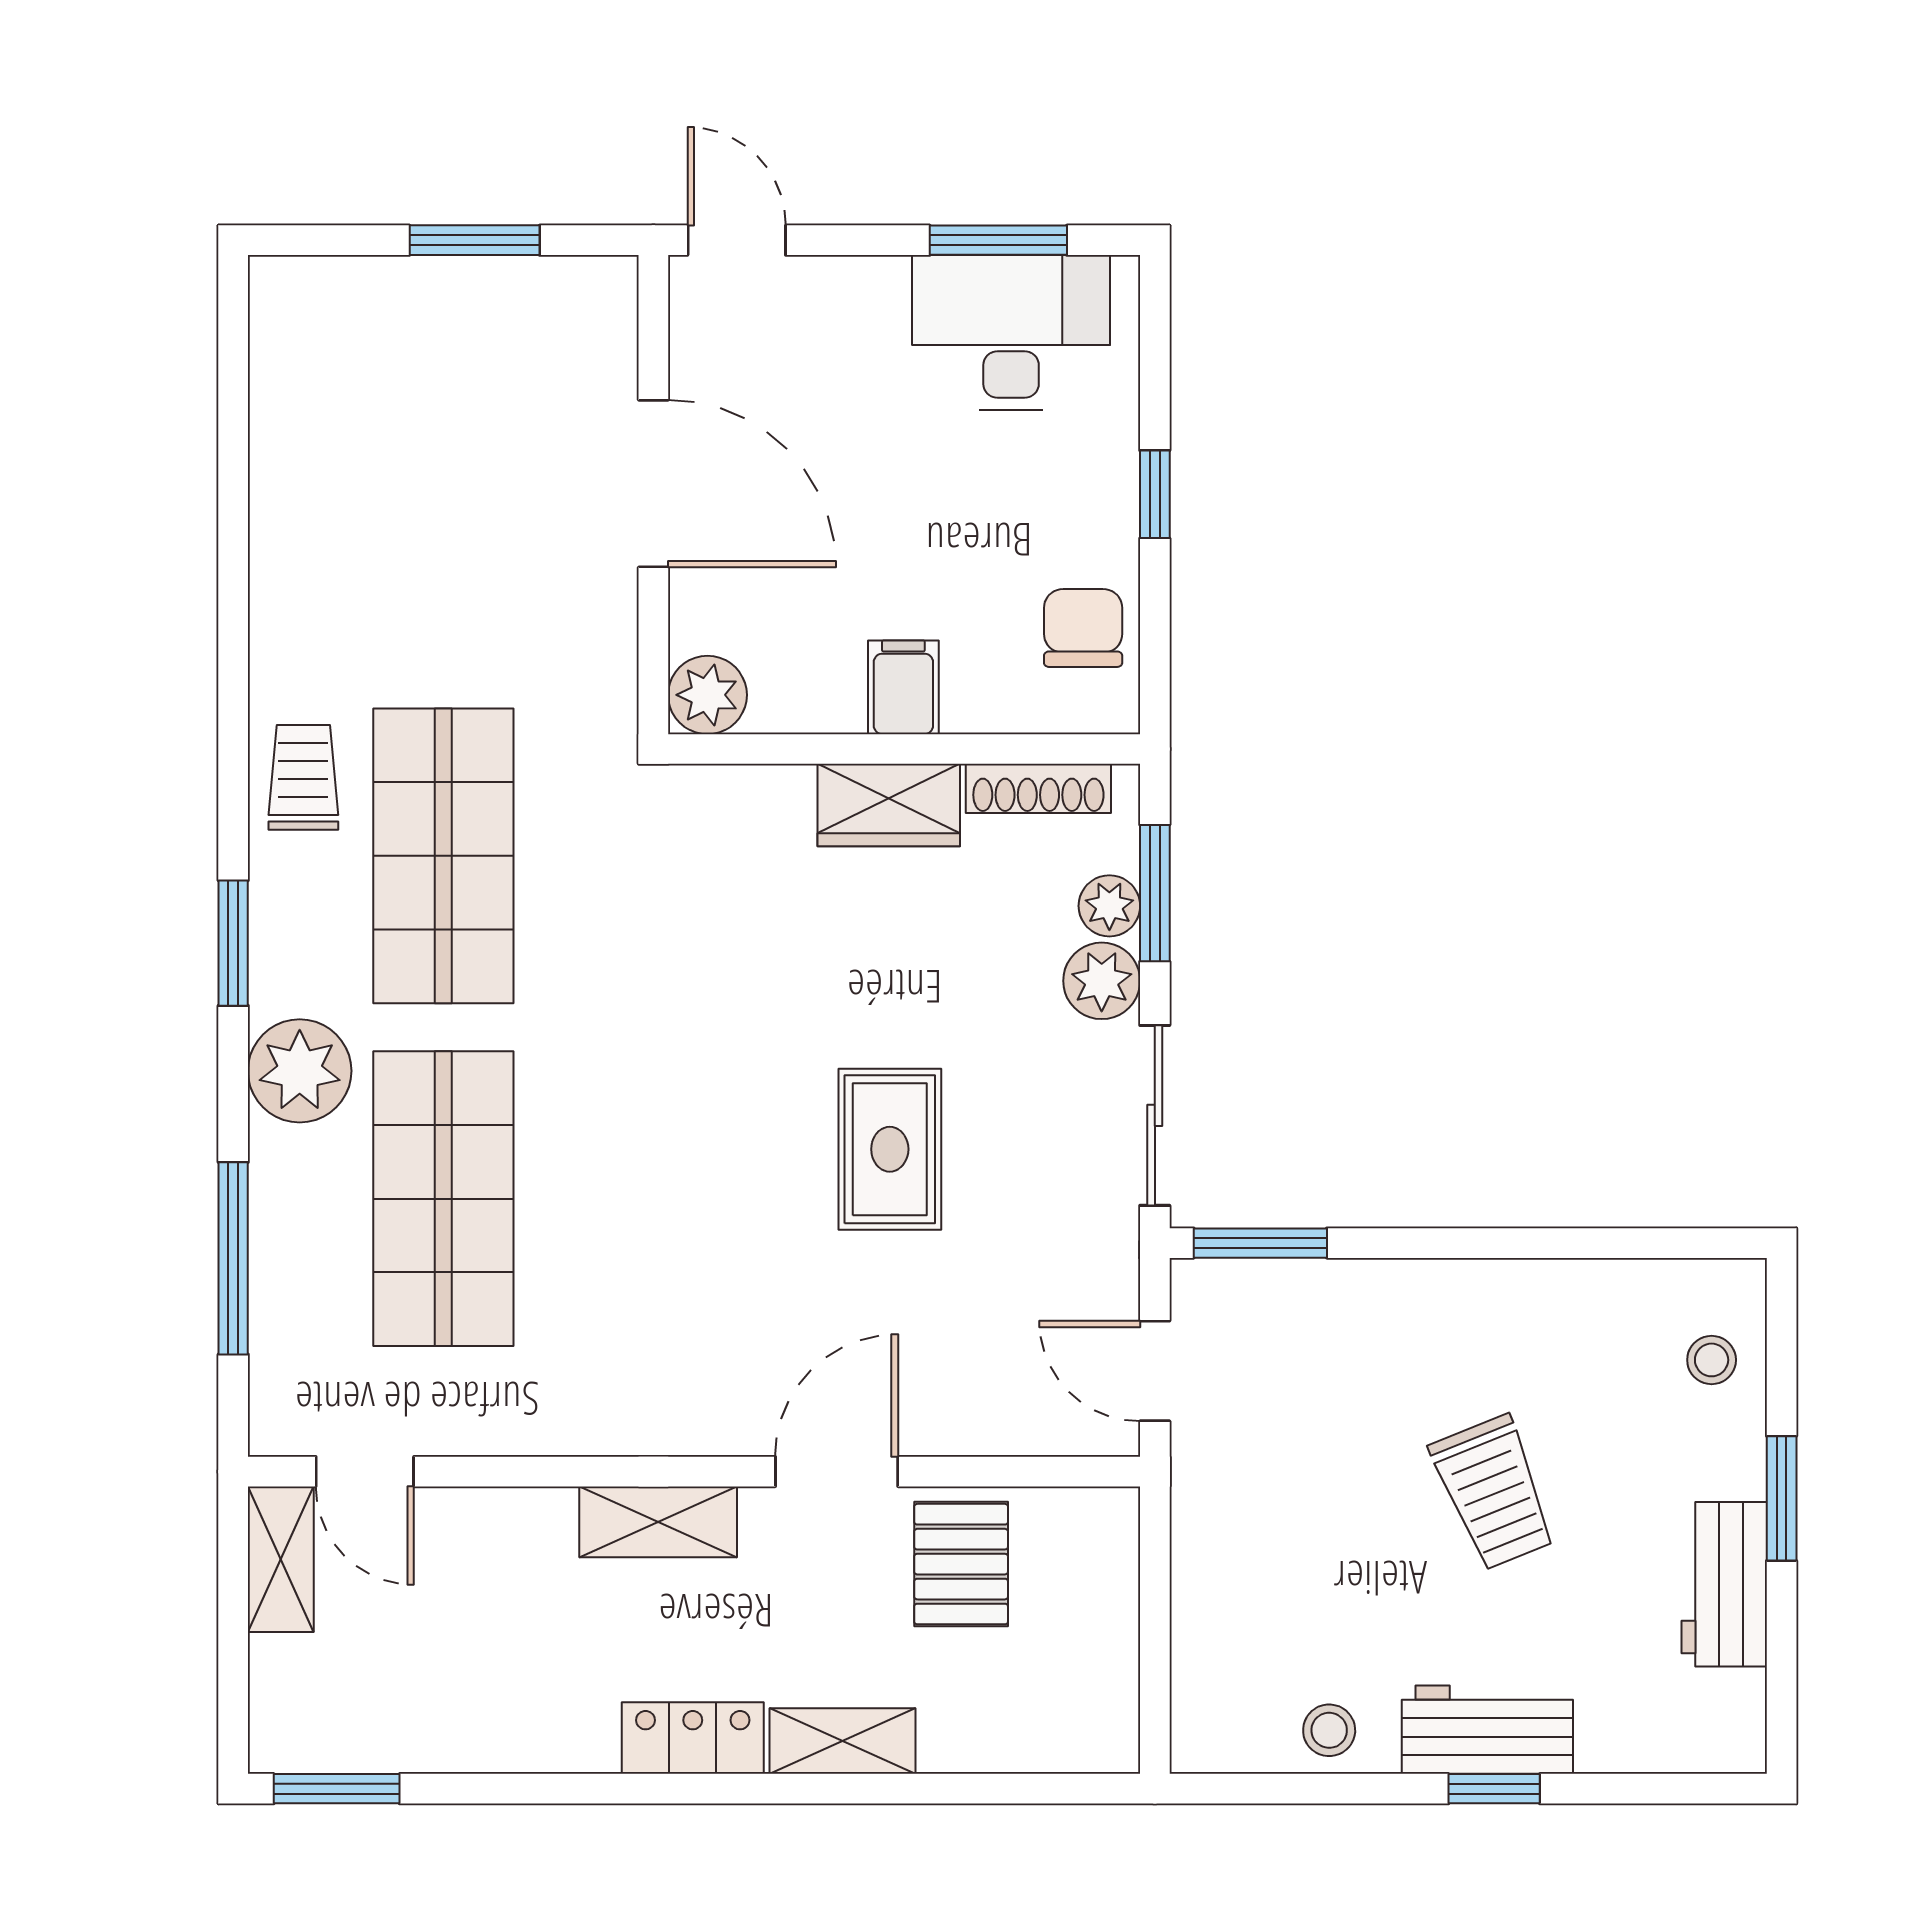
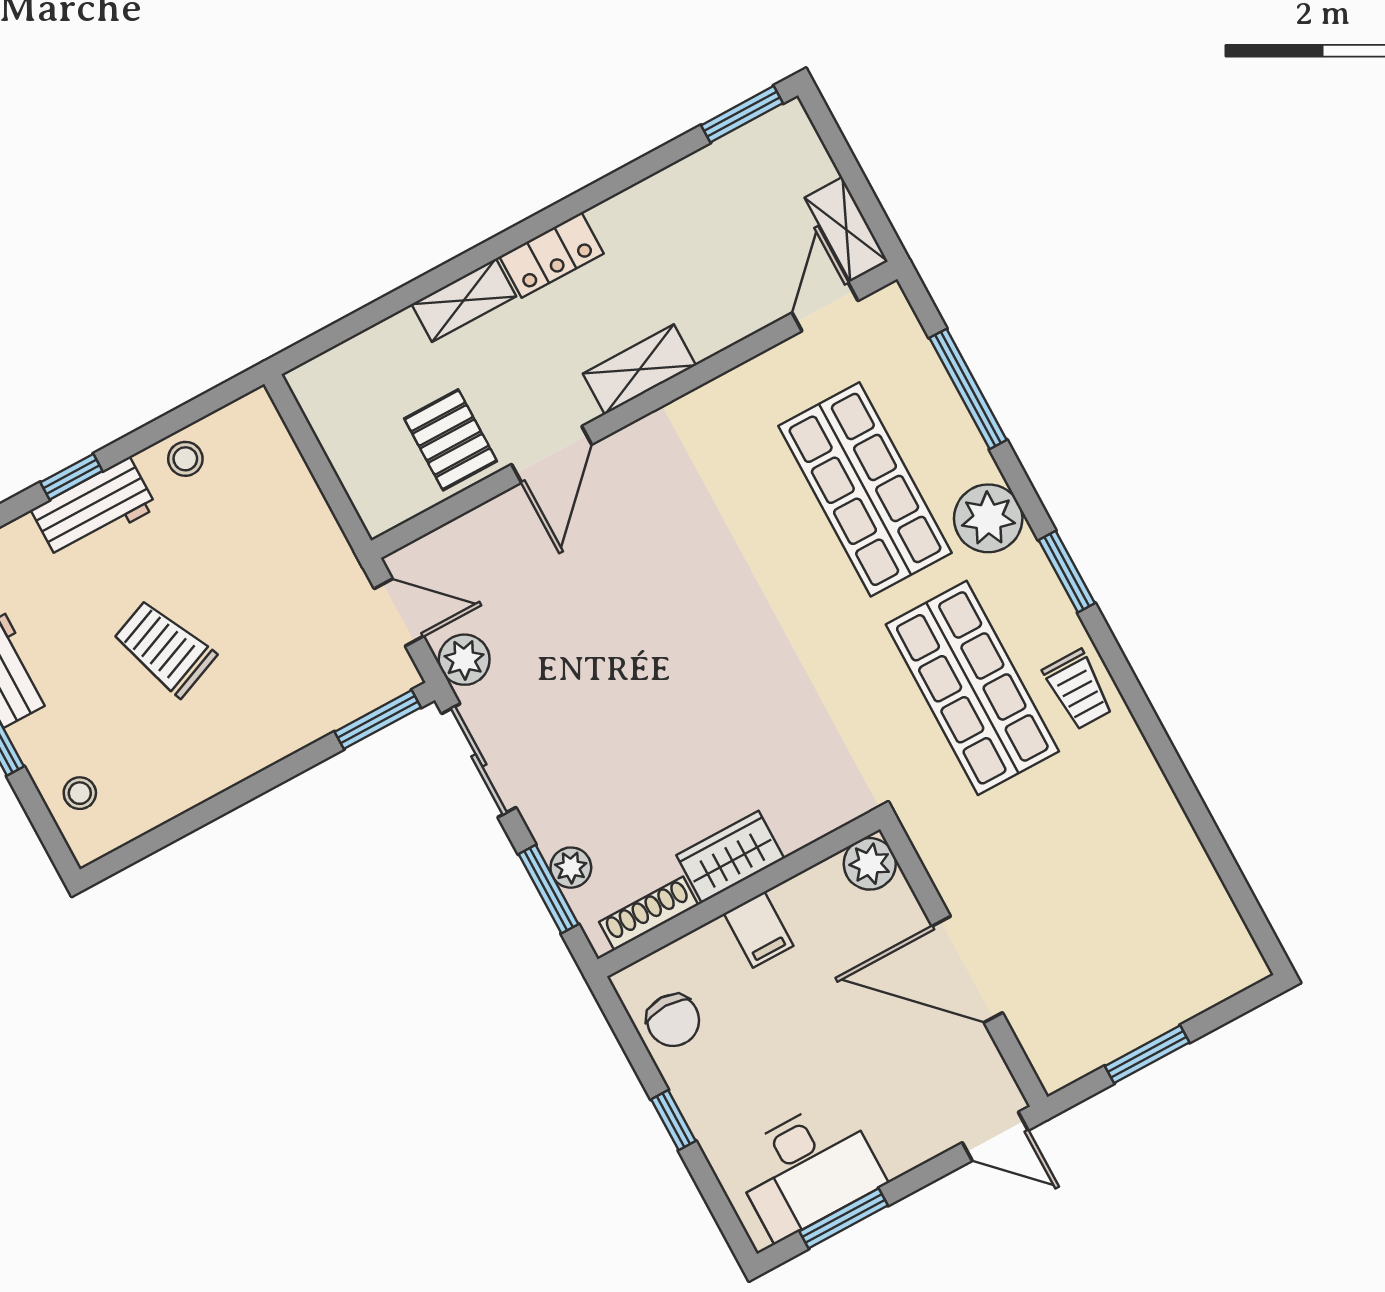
plant: (1102, 981) -> (464, 660), moved
rug: (890, 1149) -> (622, 658), removed
door: (365, 1472) -> (825, 307), hinge flipped

